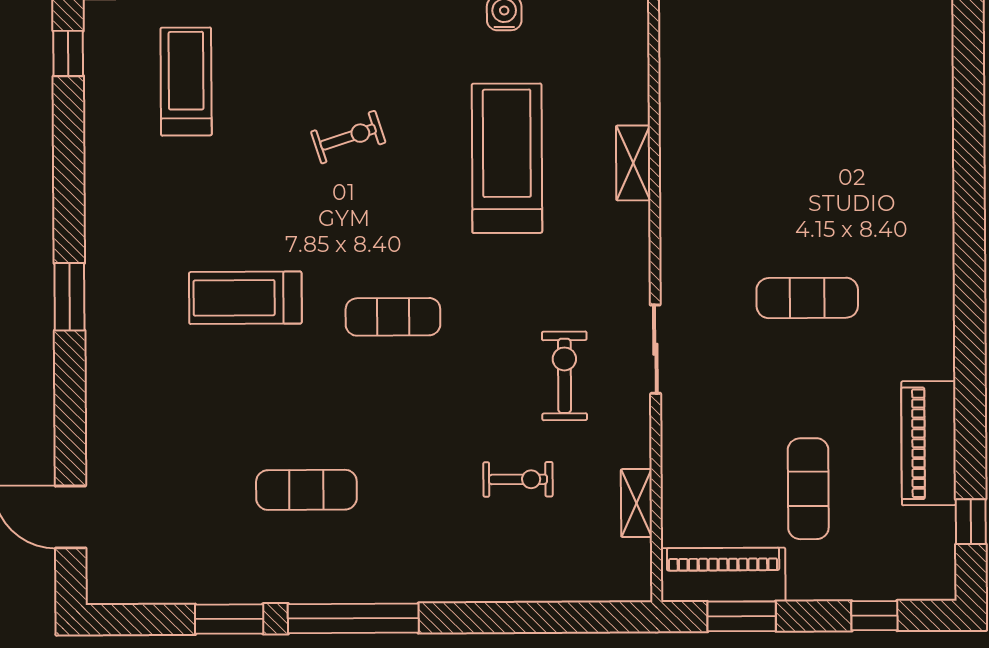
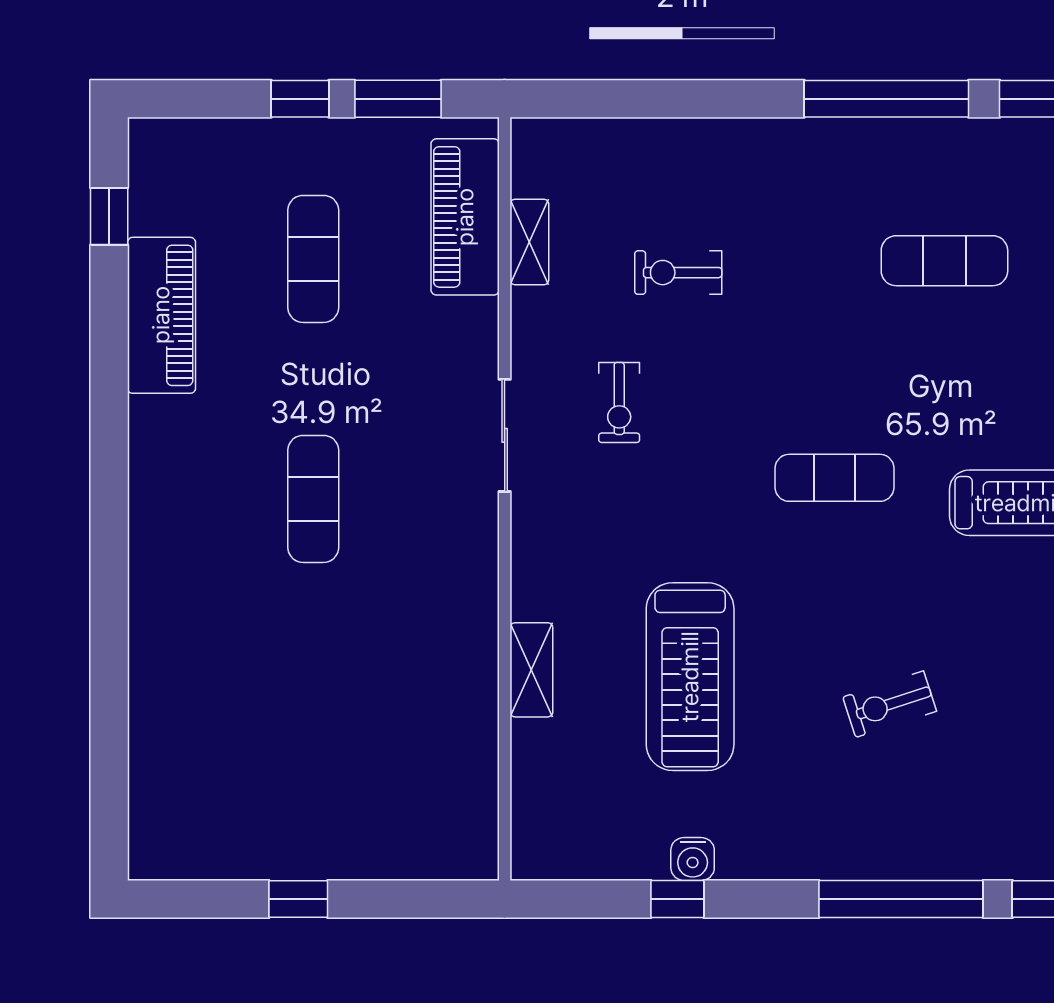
exercise mat: (807, 298) -> (313, 499), turned 90
exercise bike: (564, 376) -> (619, 402), width x0.73, depth x0.72
piano: (723, 575) -> (465, 217), moved, turned 90
window: (874, 616) -> (300, 99), moved

